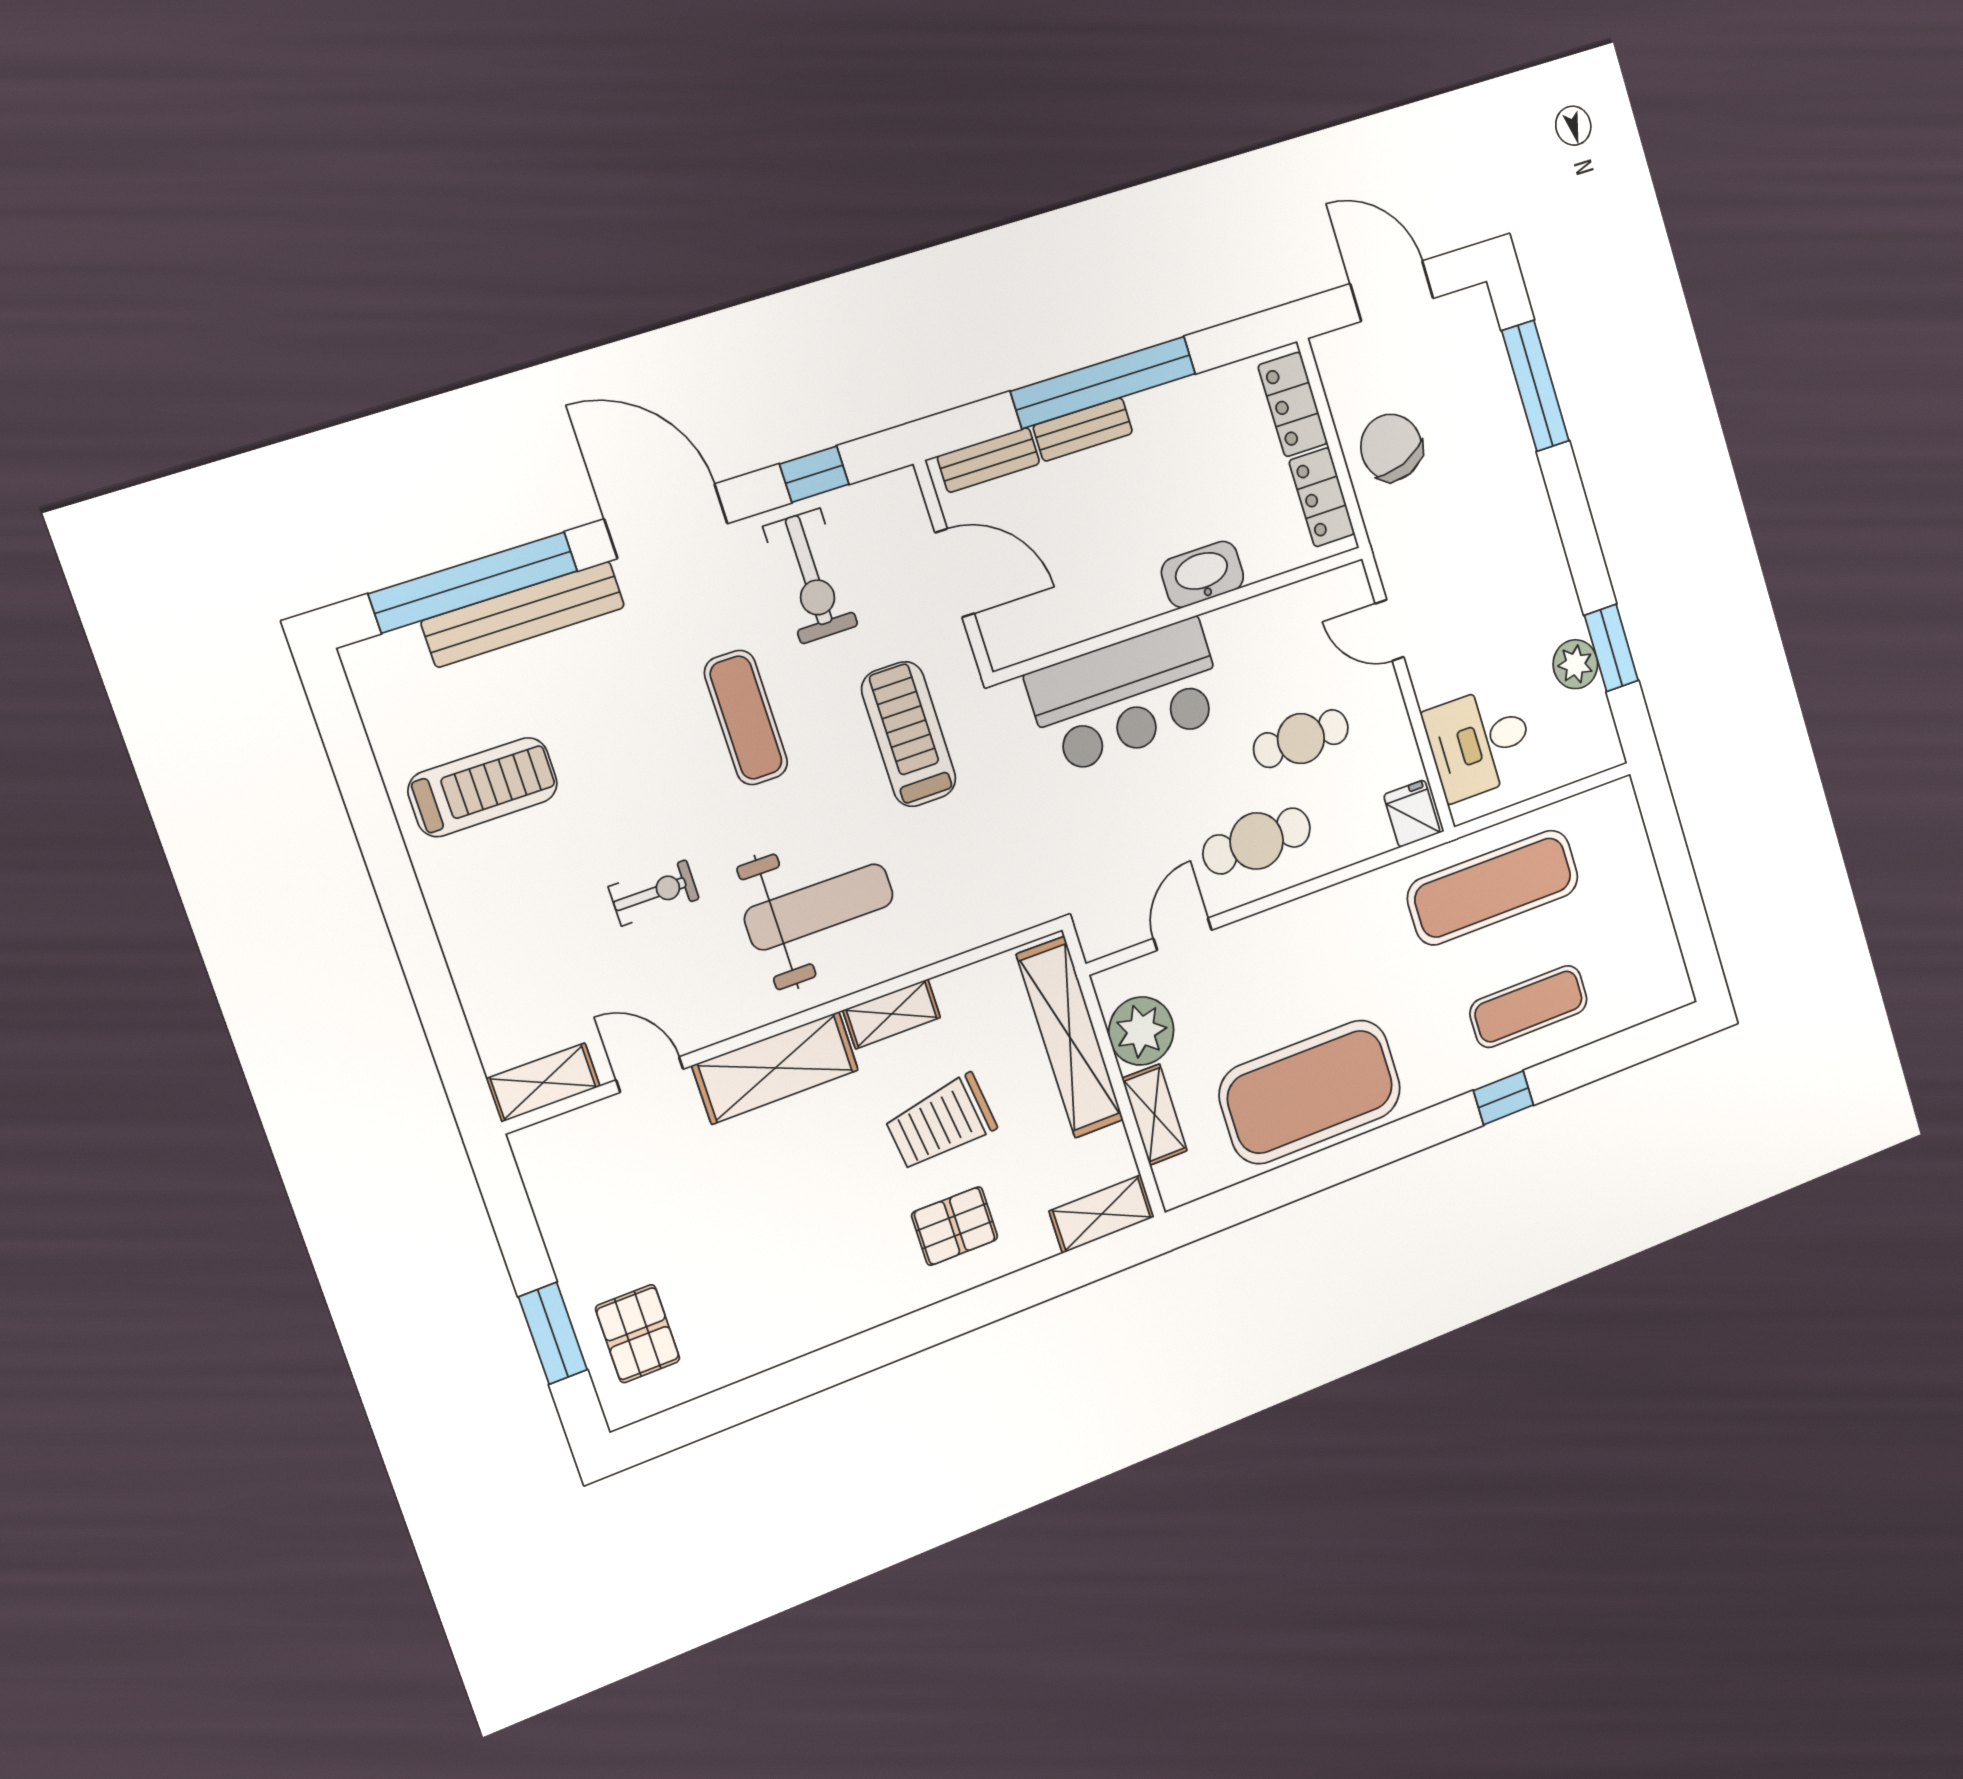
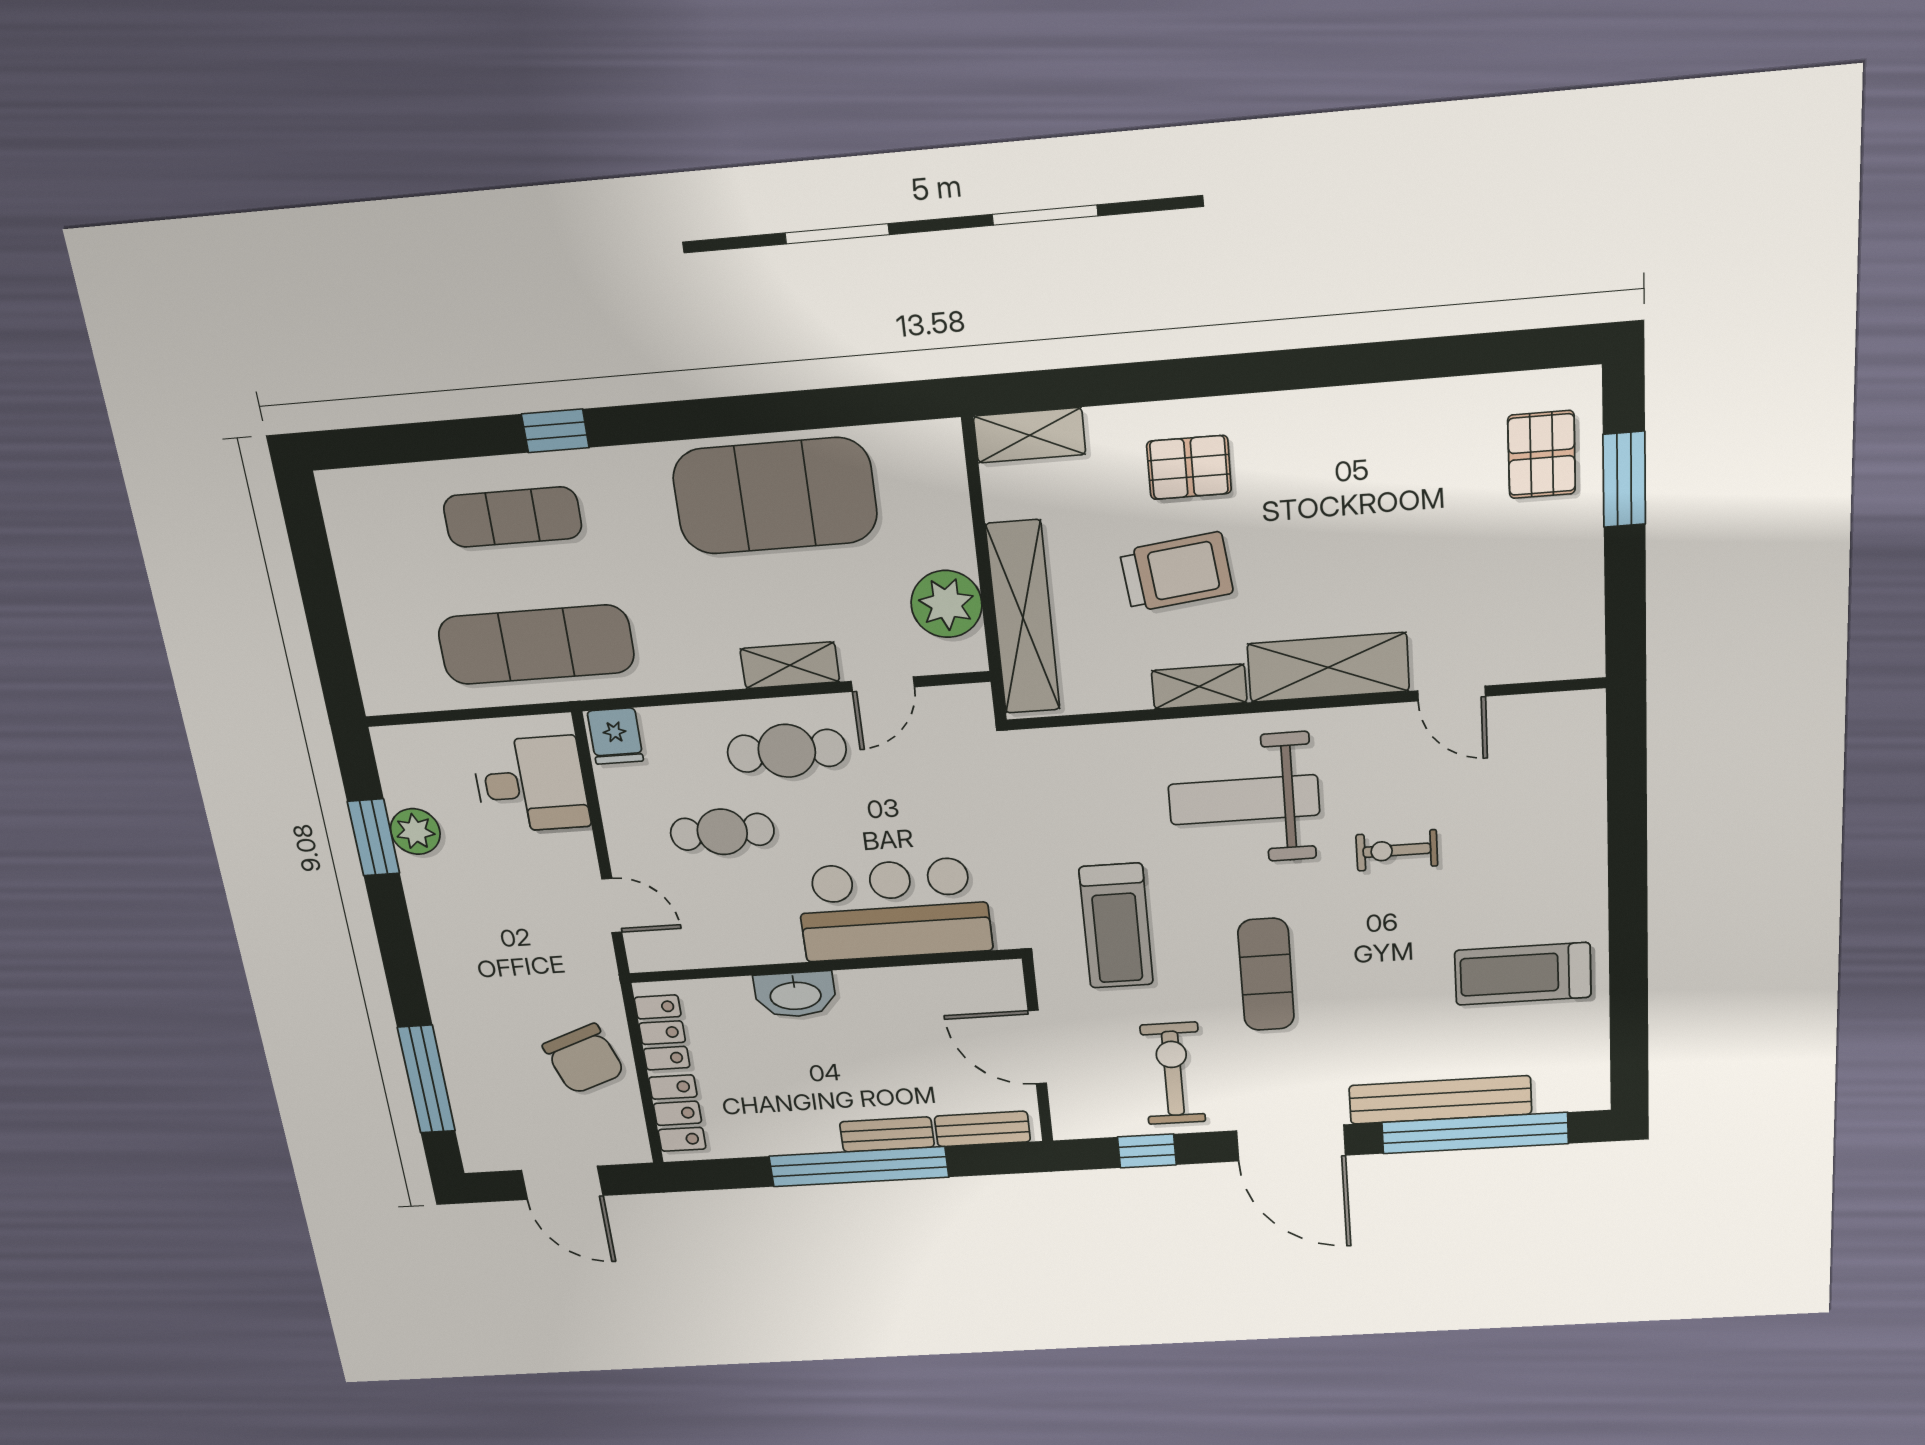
shelving: (543, 1083) -> (1554, 713), removed
shelving: (1155, 1115) -> (790, 665), moved, turned 90

